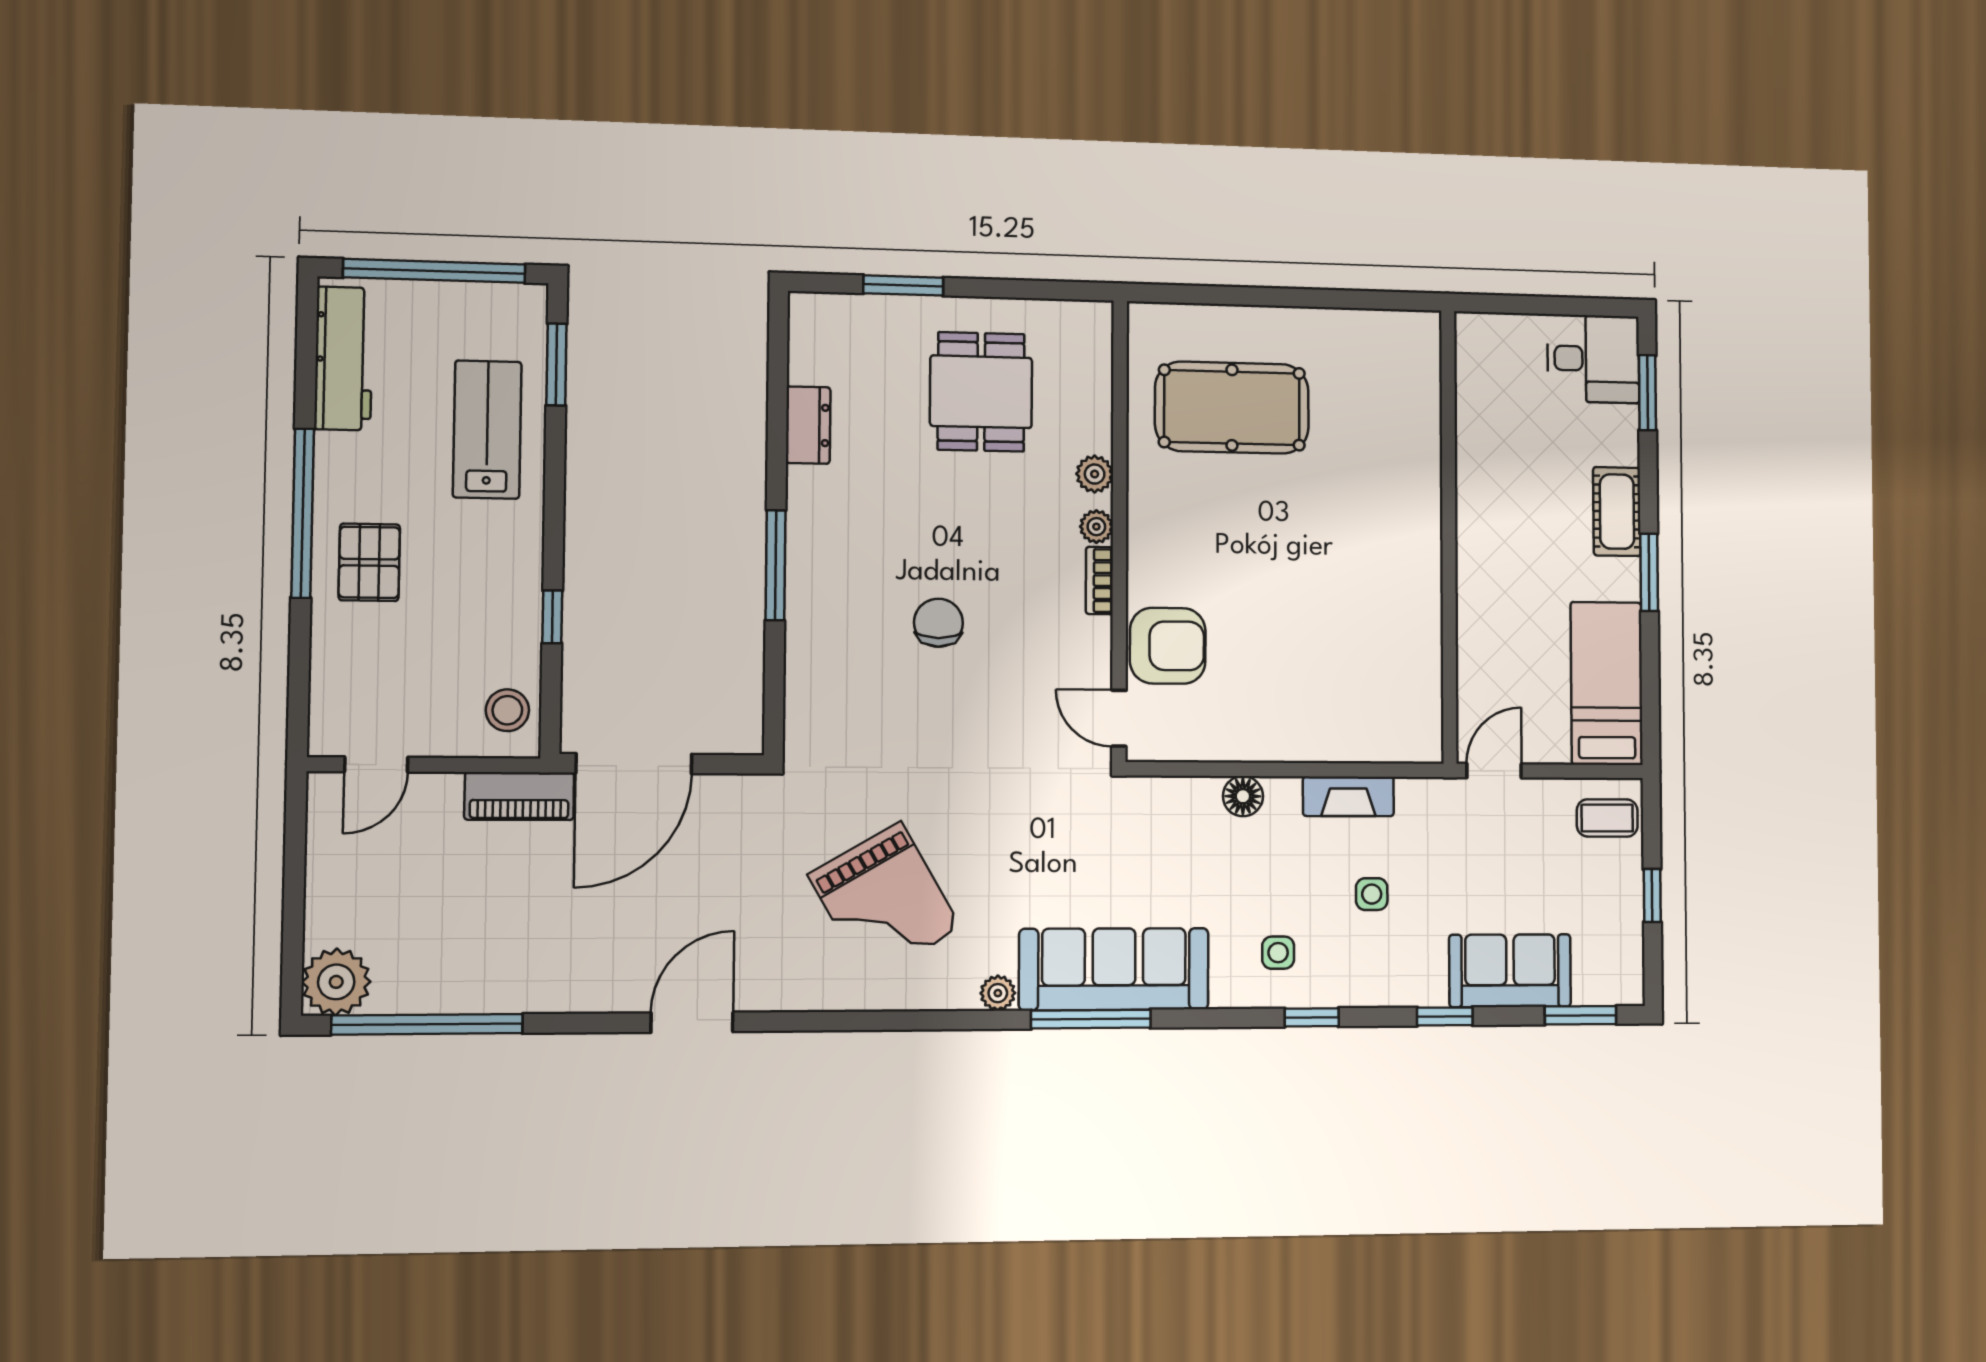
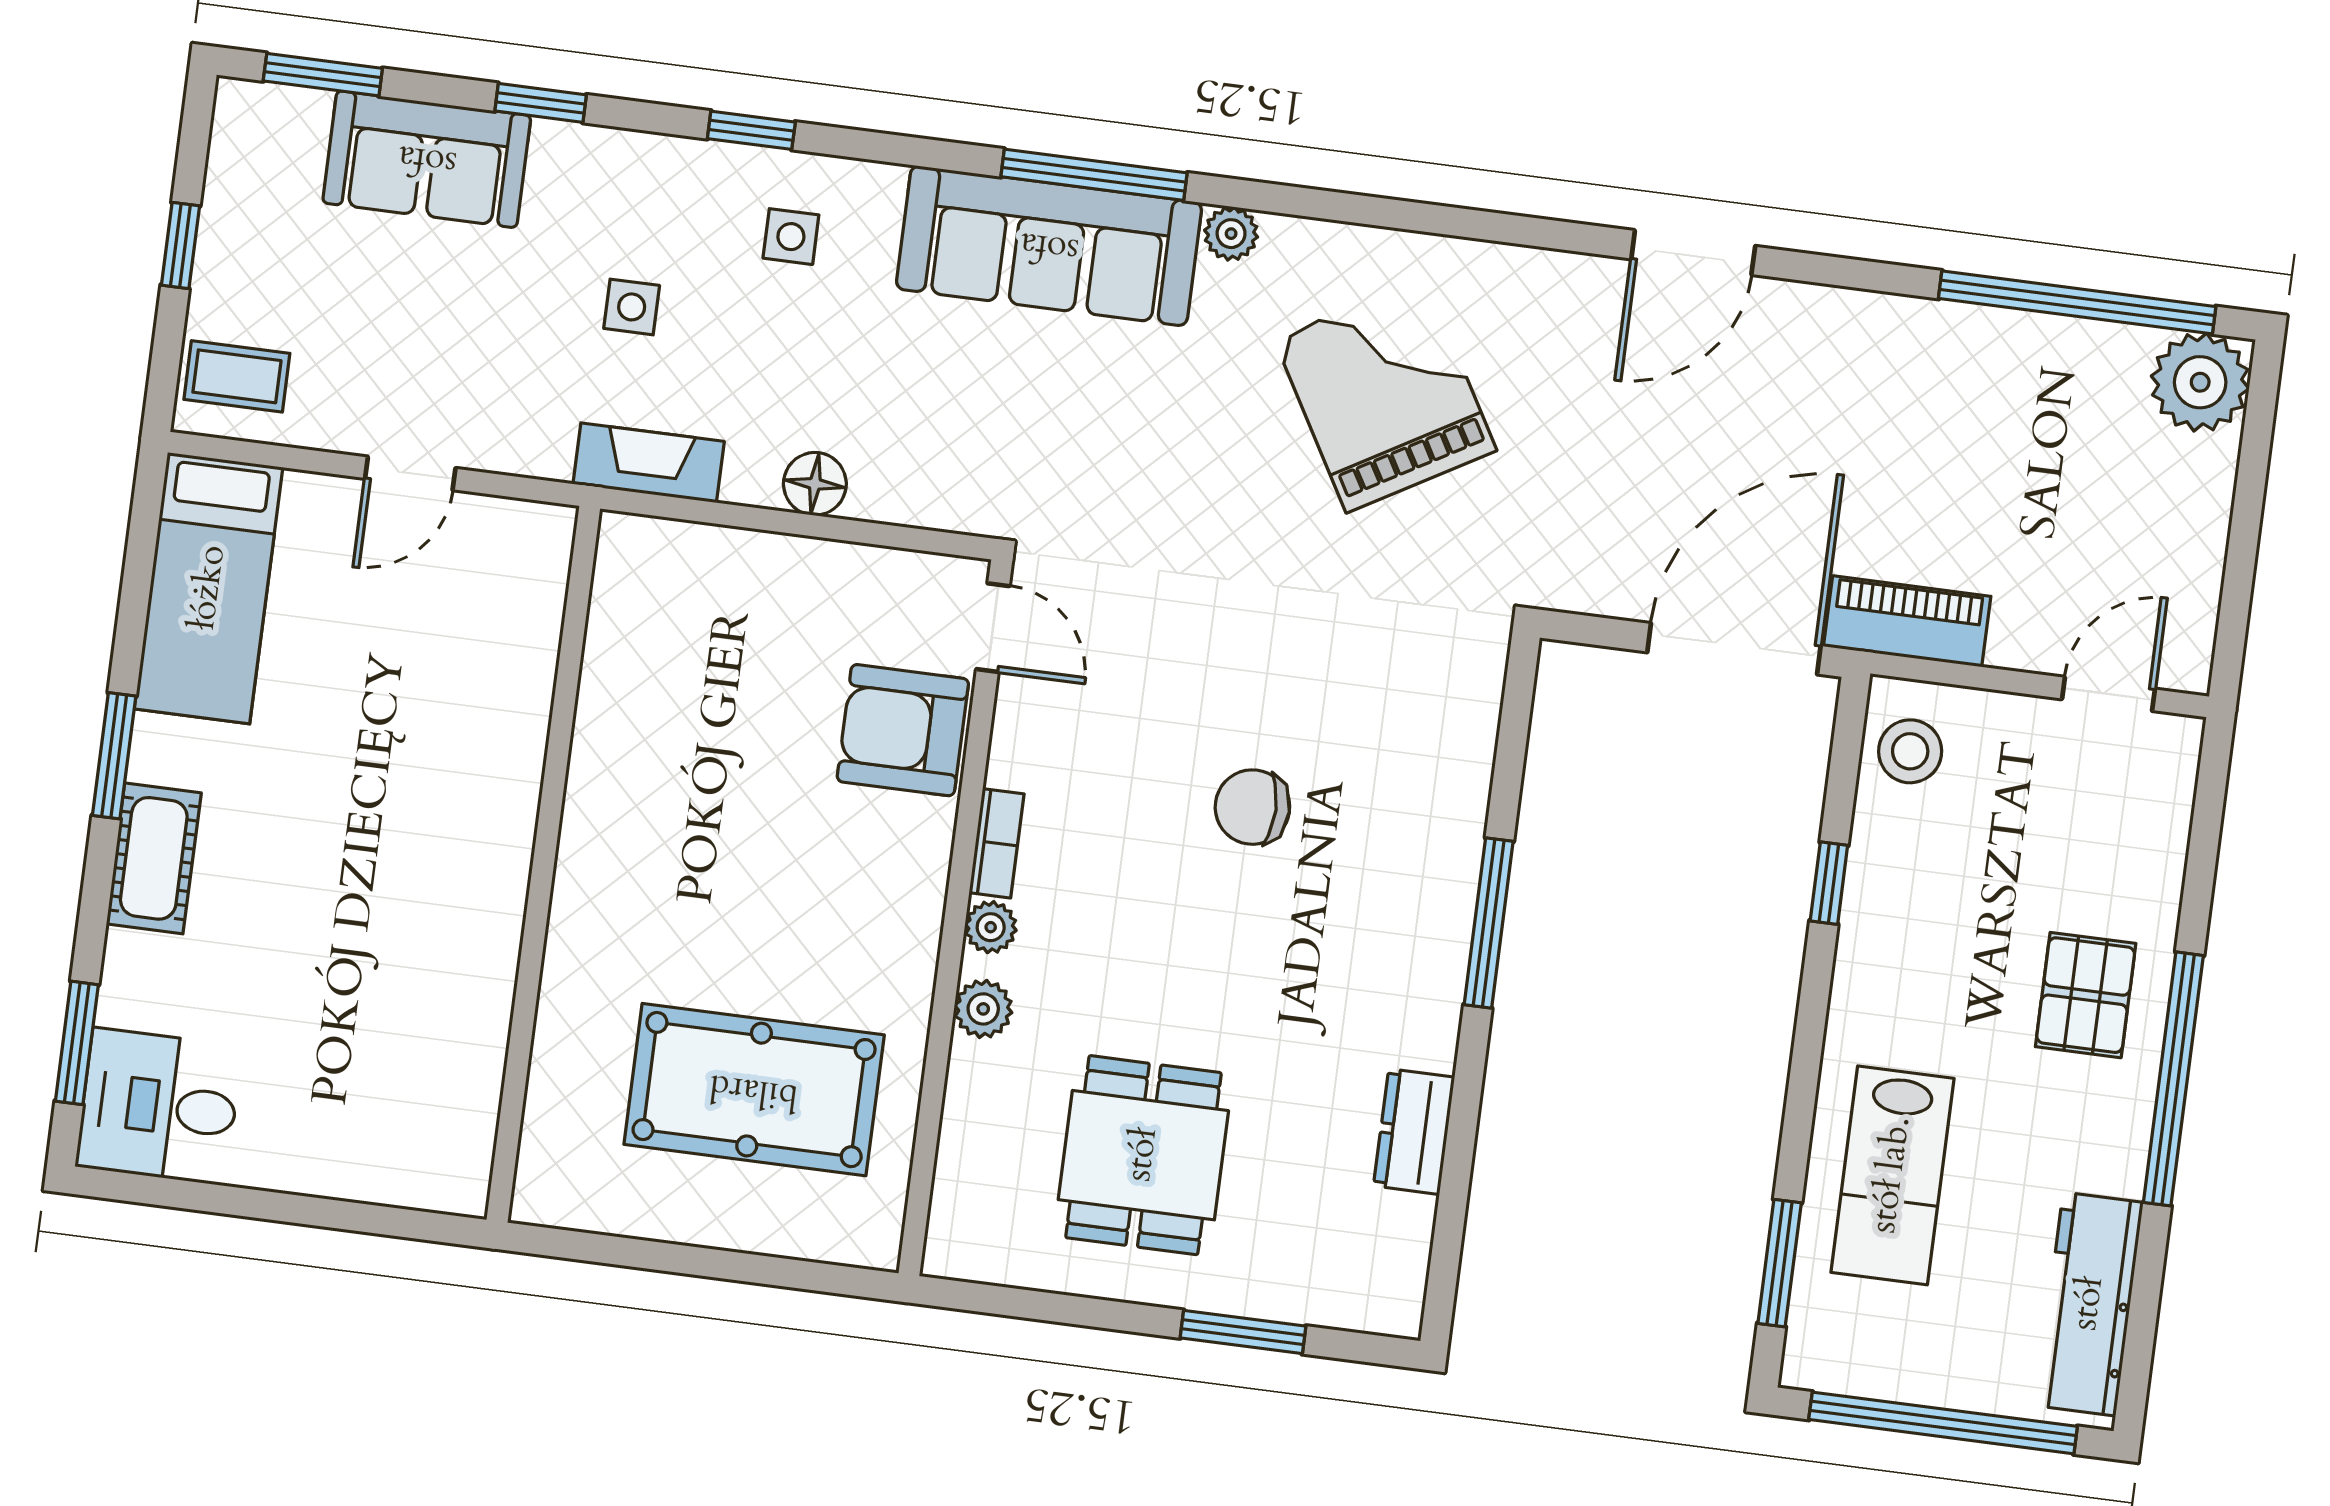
wall: (1449, 536) -> (543, 864), moved
chair: (938, 623) -> (1252, 807), turned 90

